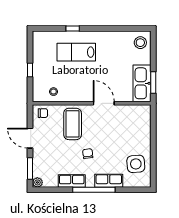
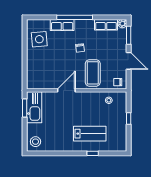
door: (104, 103) -> (66, 90), swing flipped
row of seats: (72, 181) -> (106, 25), moved

